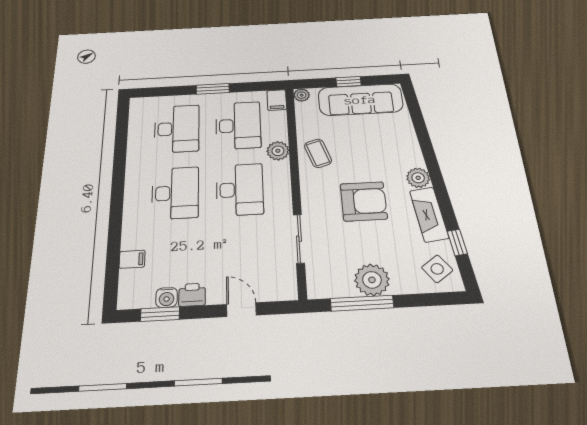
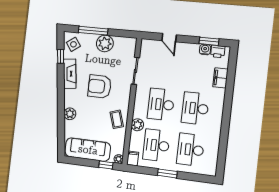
window: (349, 82) -> (106, 165), moved
plant: (418, 178) -> (70, 114), moved
filing cabinet: (132, 259) -> (220, 78), width x2.00
printer: (192, 295) -> (218, 51), moved
window: (362, 303) -> (93, 31), moved

